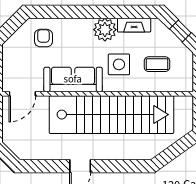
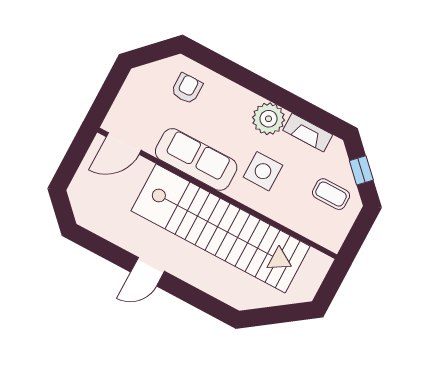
coffee table: (157, 64) -> (331, 194), moved

